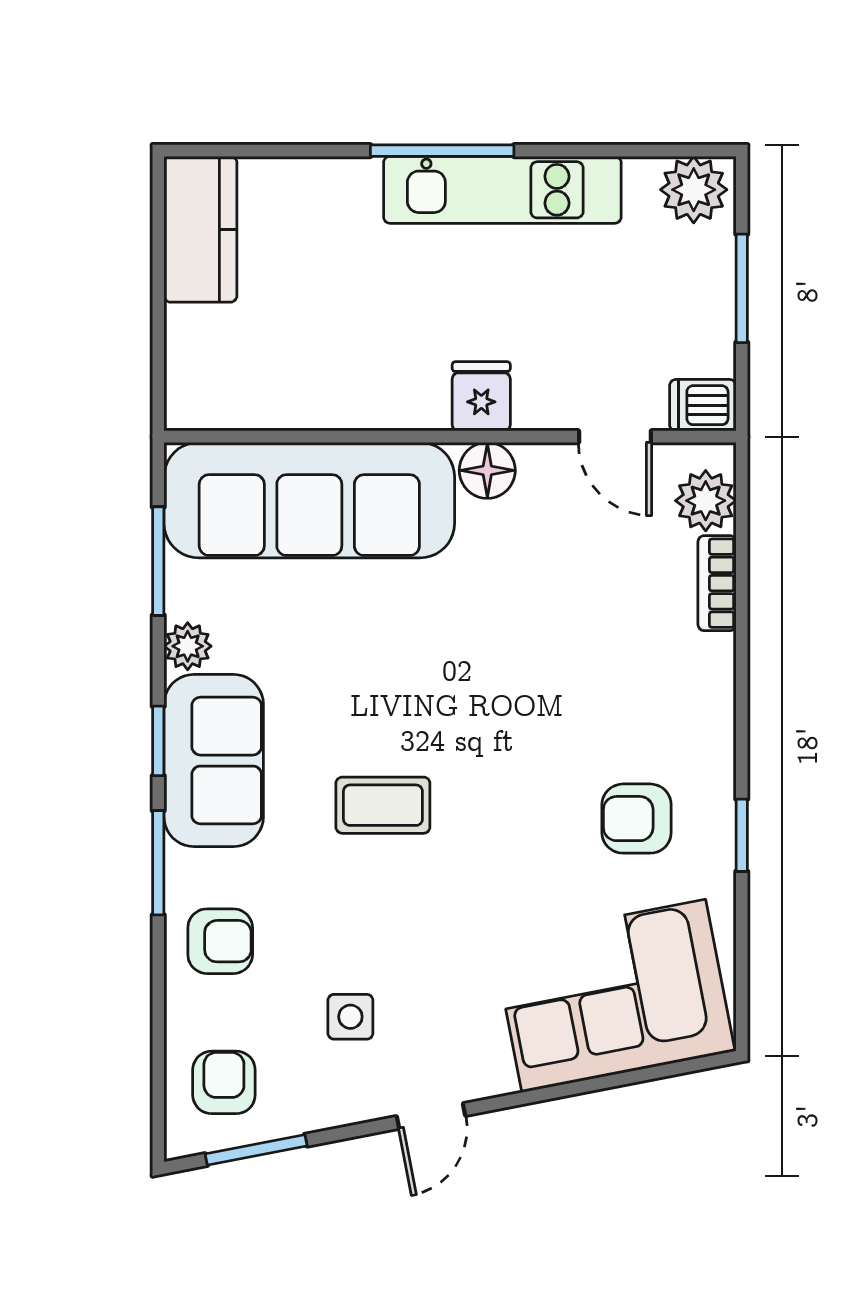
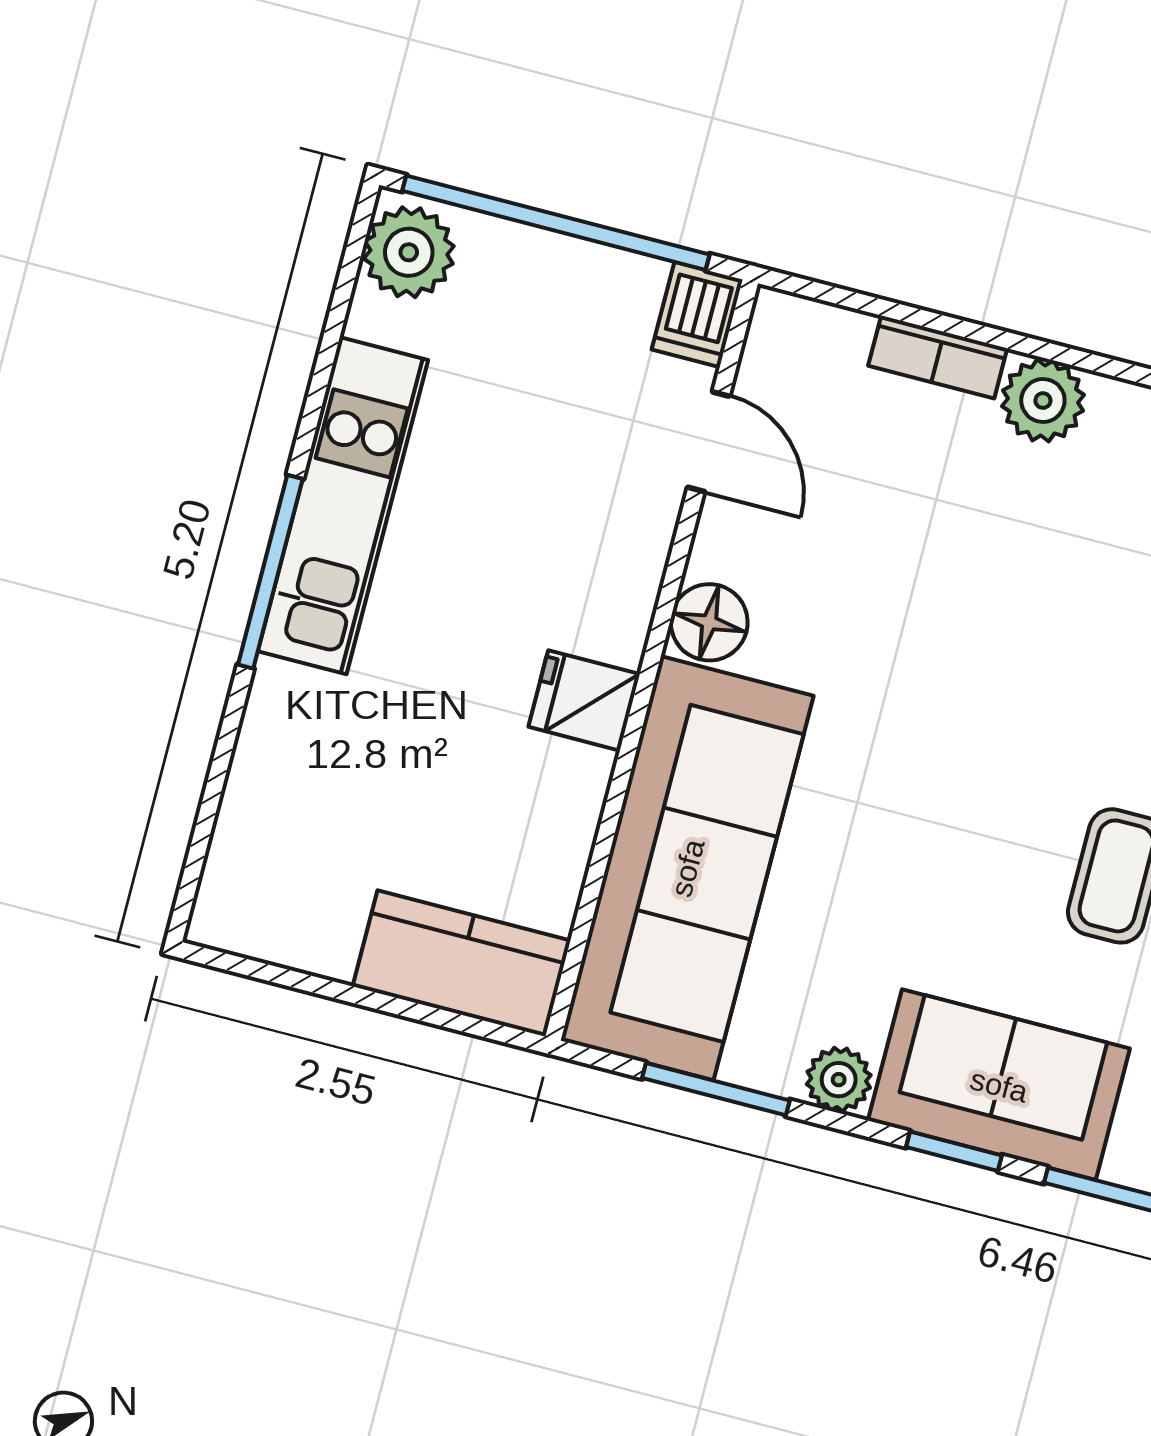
kitchen counter: (200, 229) -> (462, 963), moved
window: (742, 288) -> (556, 223), width x2.11
fridge: (481, 396) -> (584, 700), moved
door: (615, 437) -> (709, 442), hinge flipped
plant: (706, 501) -> (1043, 401), moved

